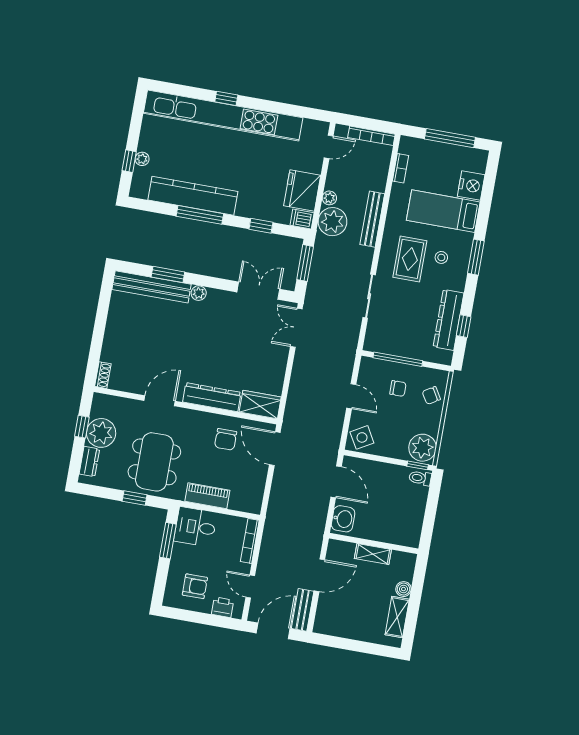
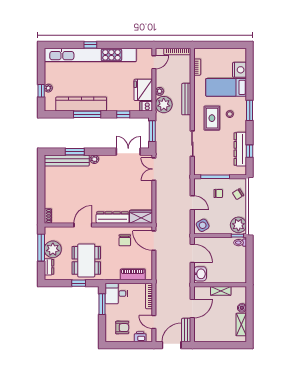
window: (450, 138) -> (223, 45), removed
window: (82, 427) -> (41, 248), width x2.17
piano: (207, 496) -> (133, 274), moved

